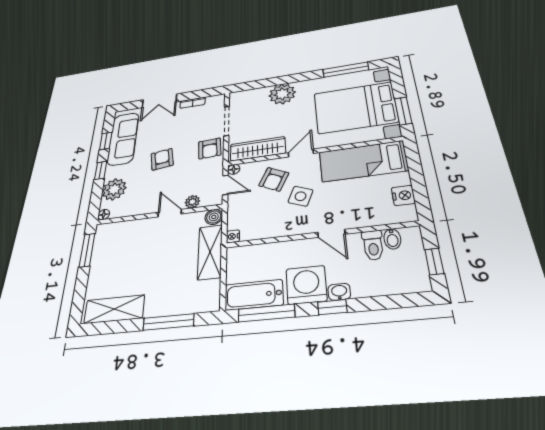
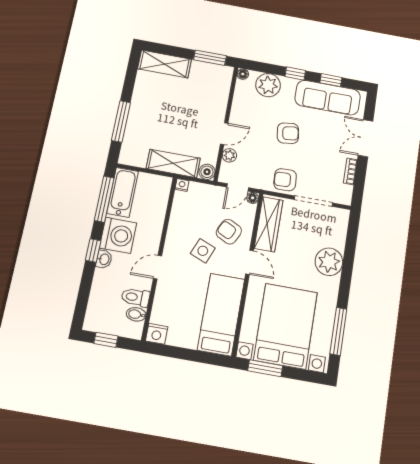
nightstand: (403, 195) -> (157, 334), moved
shelving: (114, 309) -> (165, 64), moved, turned 90

